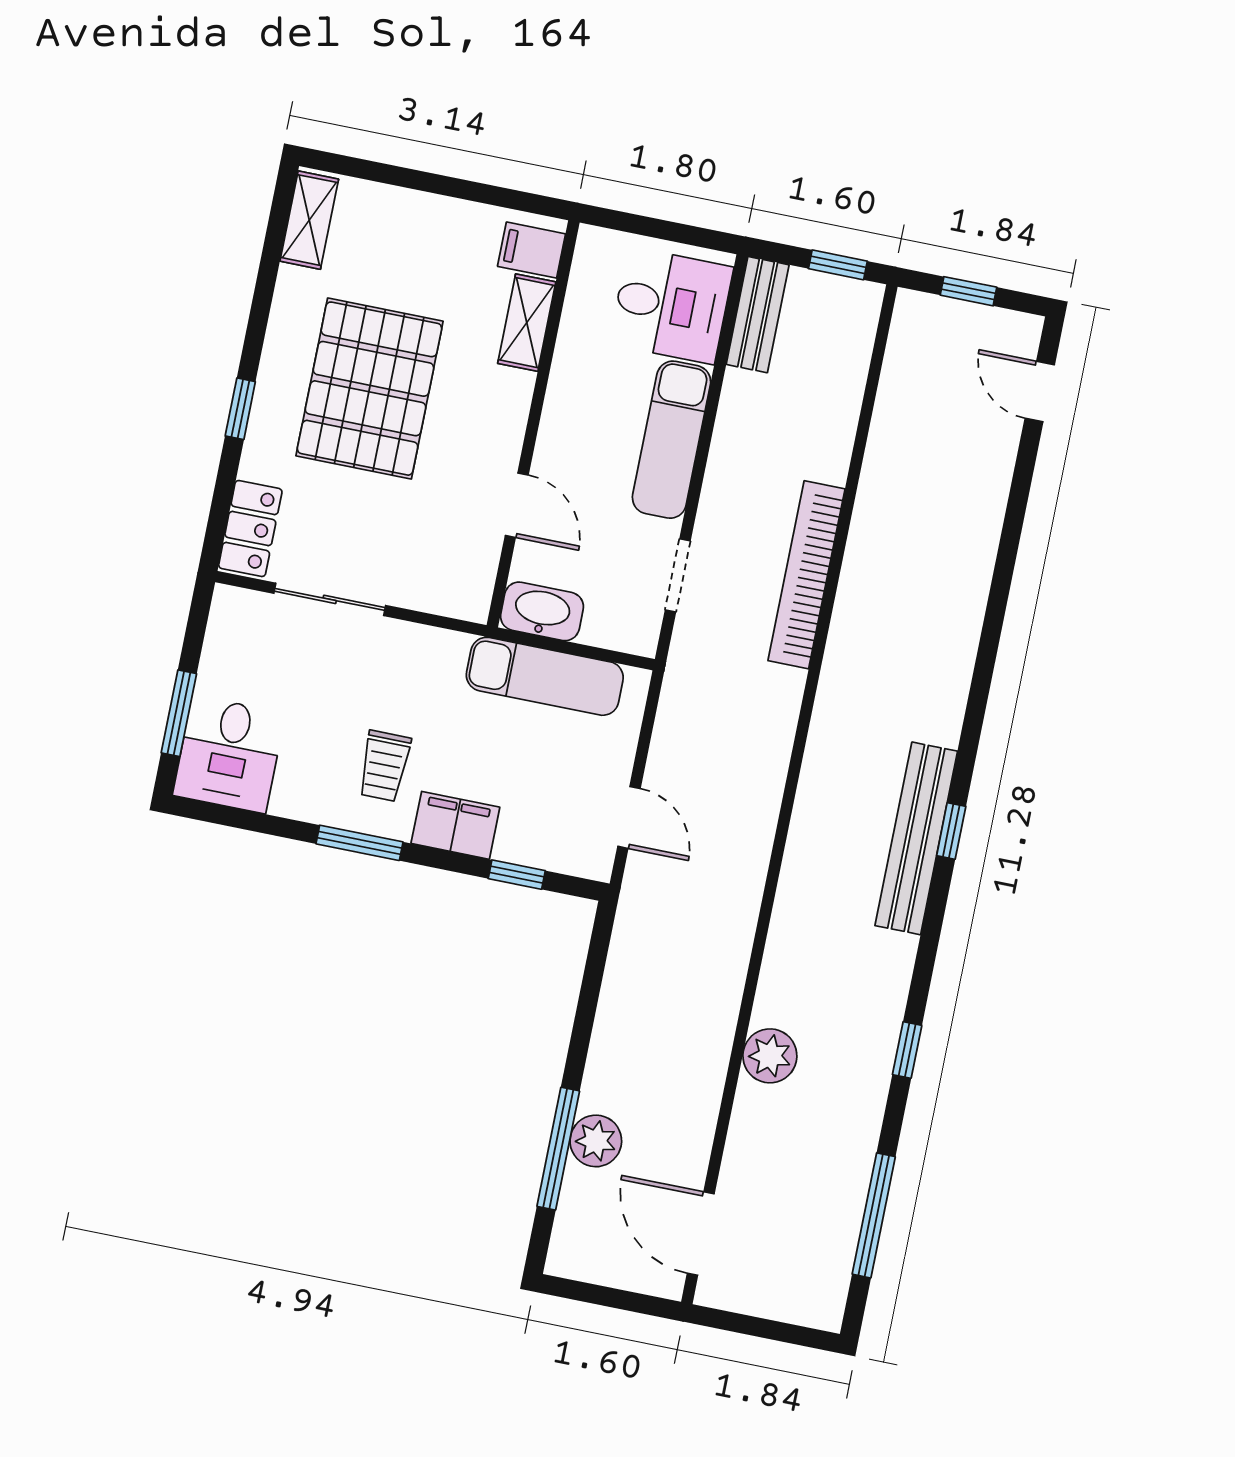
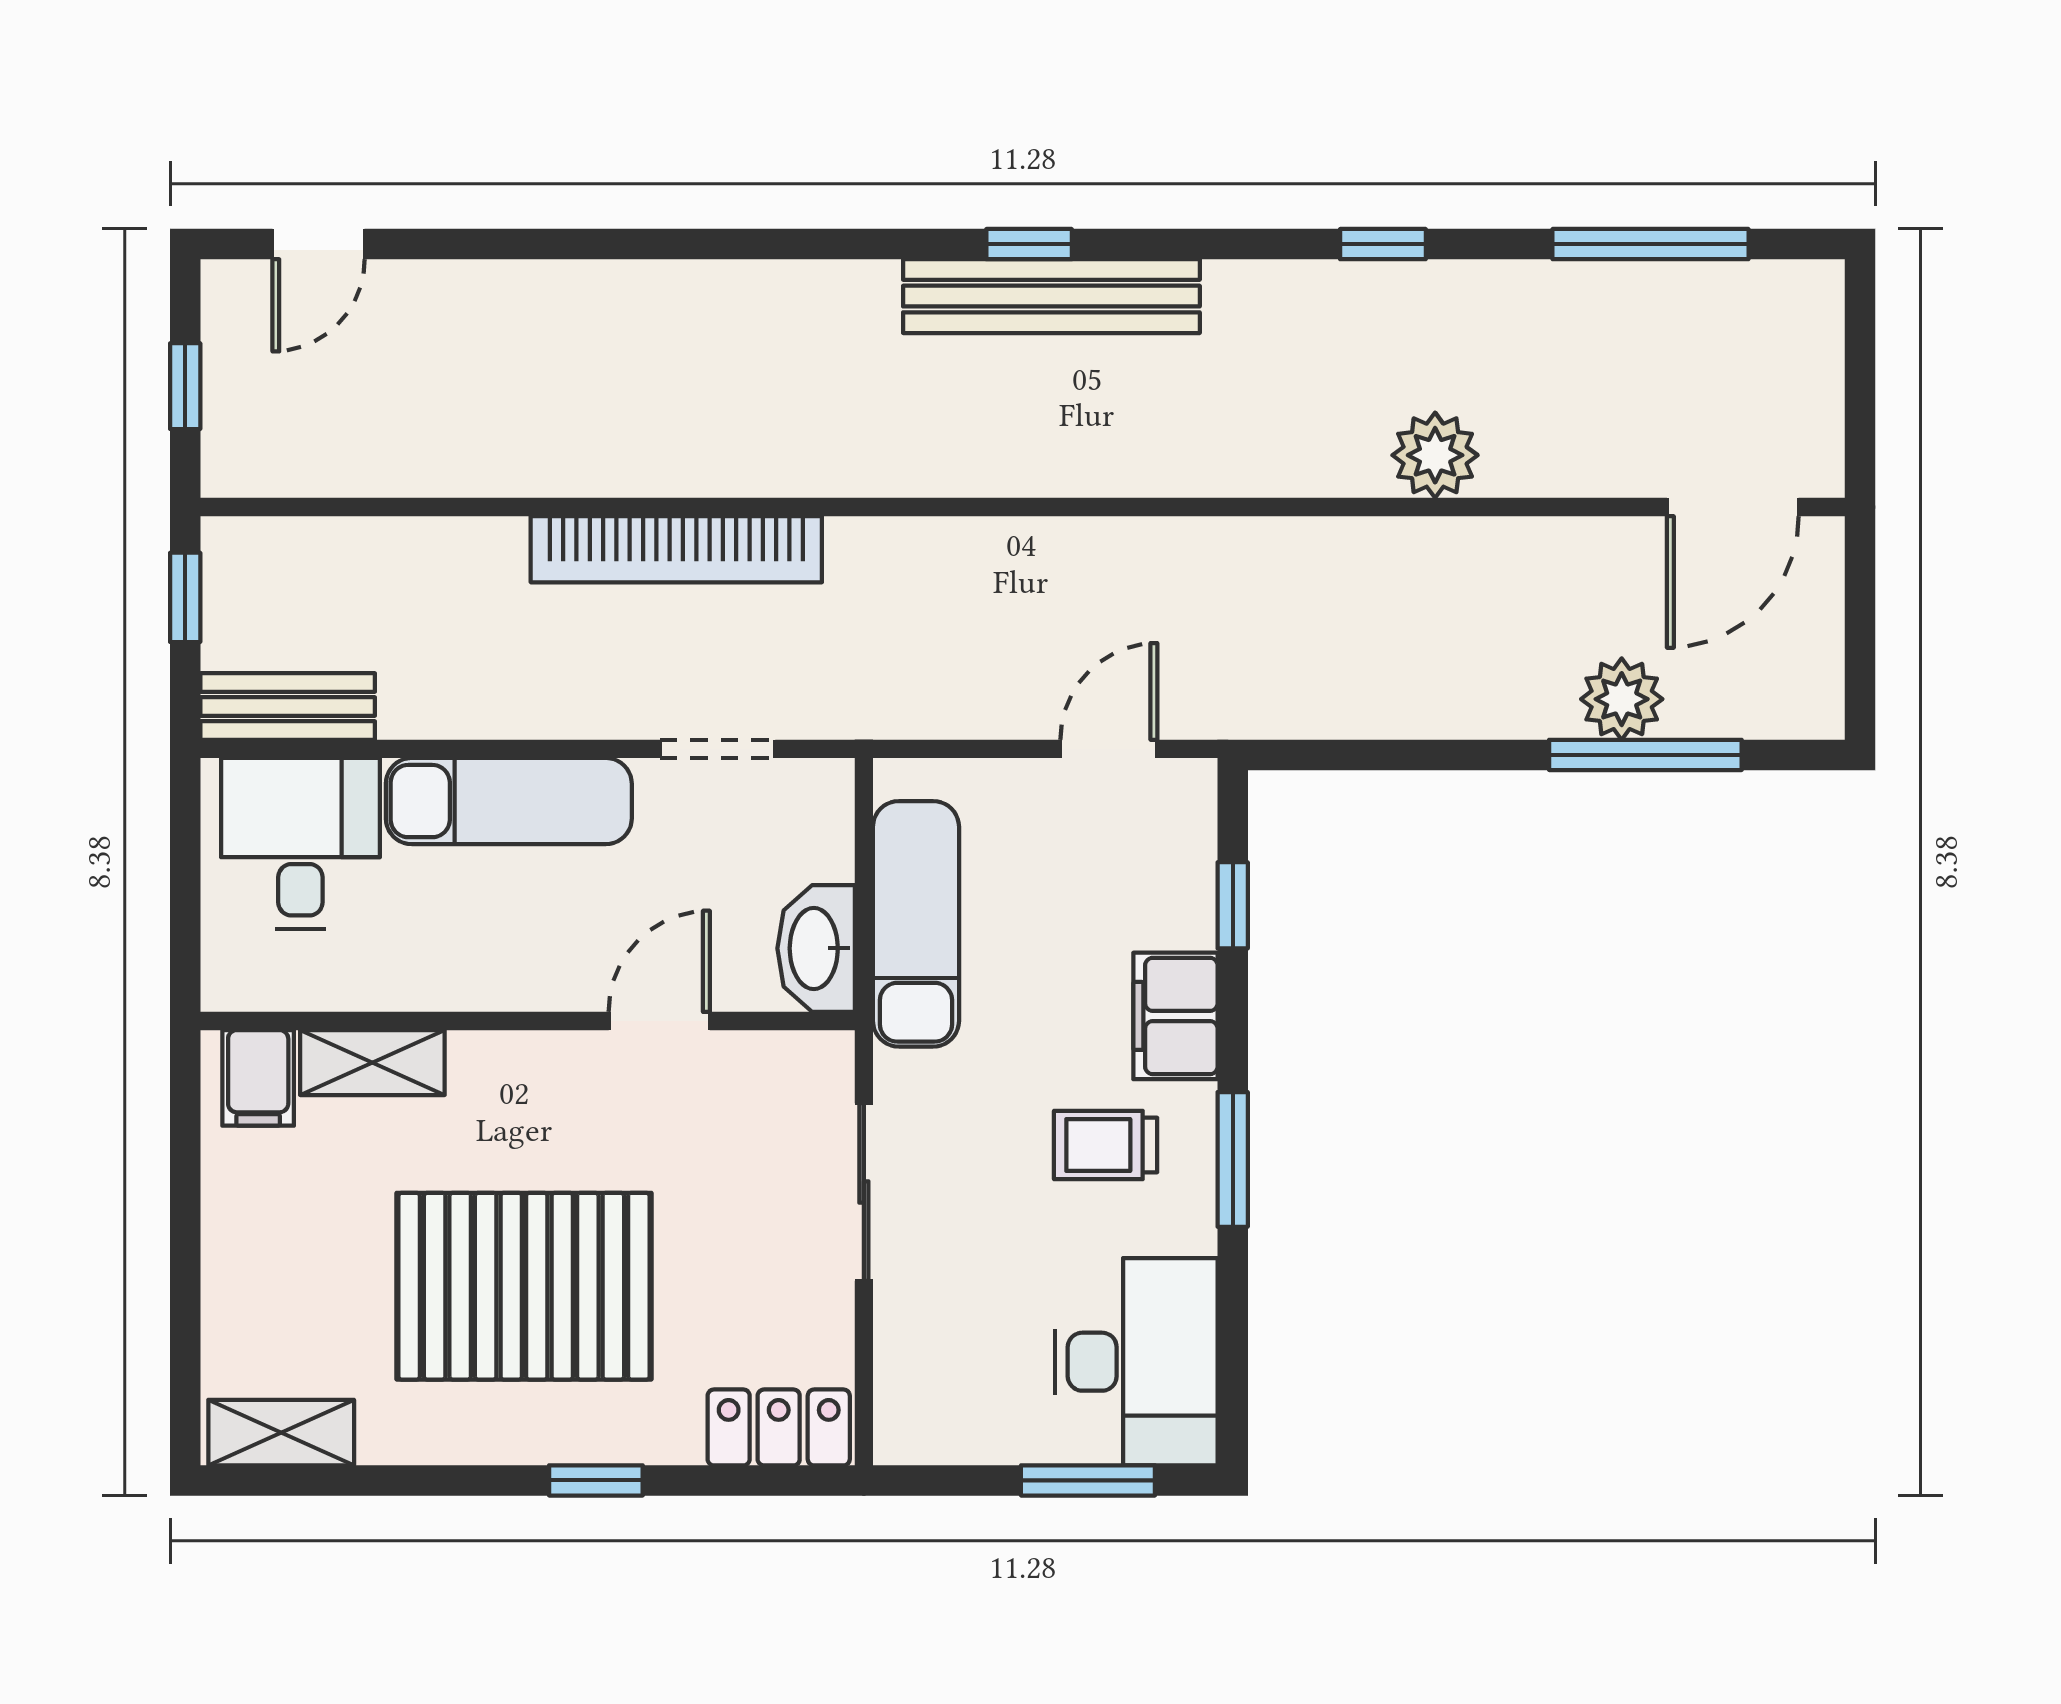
sliding door: (330, 599) -> (864, 1192), moved
desk: (229, 754) -> (1136, 1362), width x1.37
trolley: (384, 766) -> (1106, 1145), turned 180

